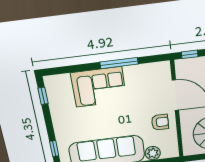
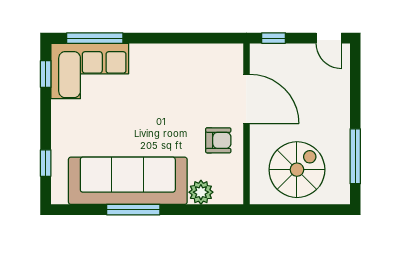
window: (119, 63) -> (95, 38), moved
corner sofa: (99, 87) -> (90, 71), moved

